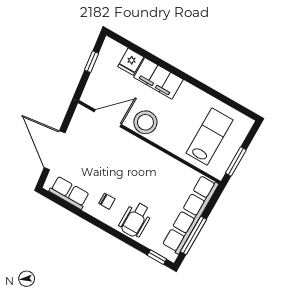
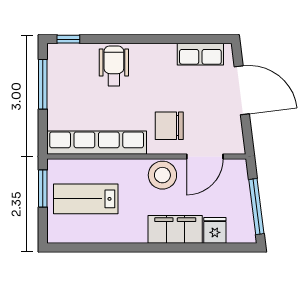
window: (92, 62) -> (256, 207), width x2.17
lab bench: (210, 137) -> (86, 199), turned 90
chair: (107, 201) -> (169, 126), moved, width x1.87, depth x1.87
row of seats: (191, 215) -> (97, 143), moved, turned -90

